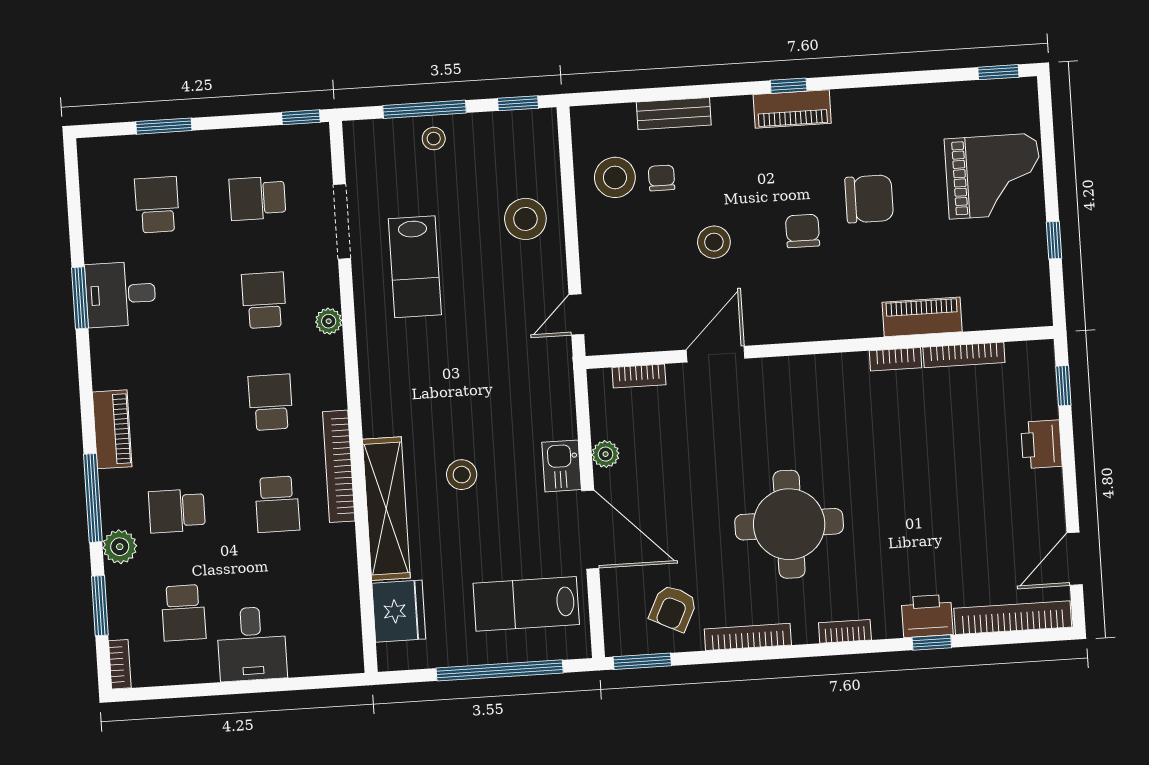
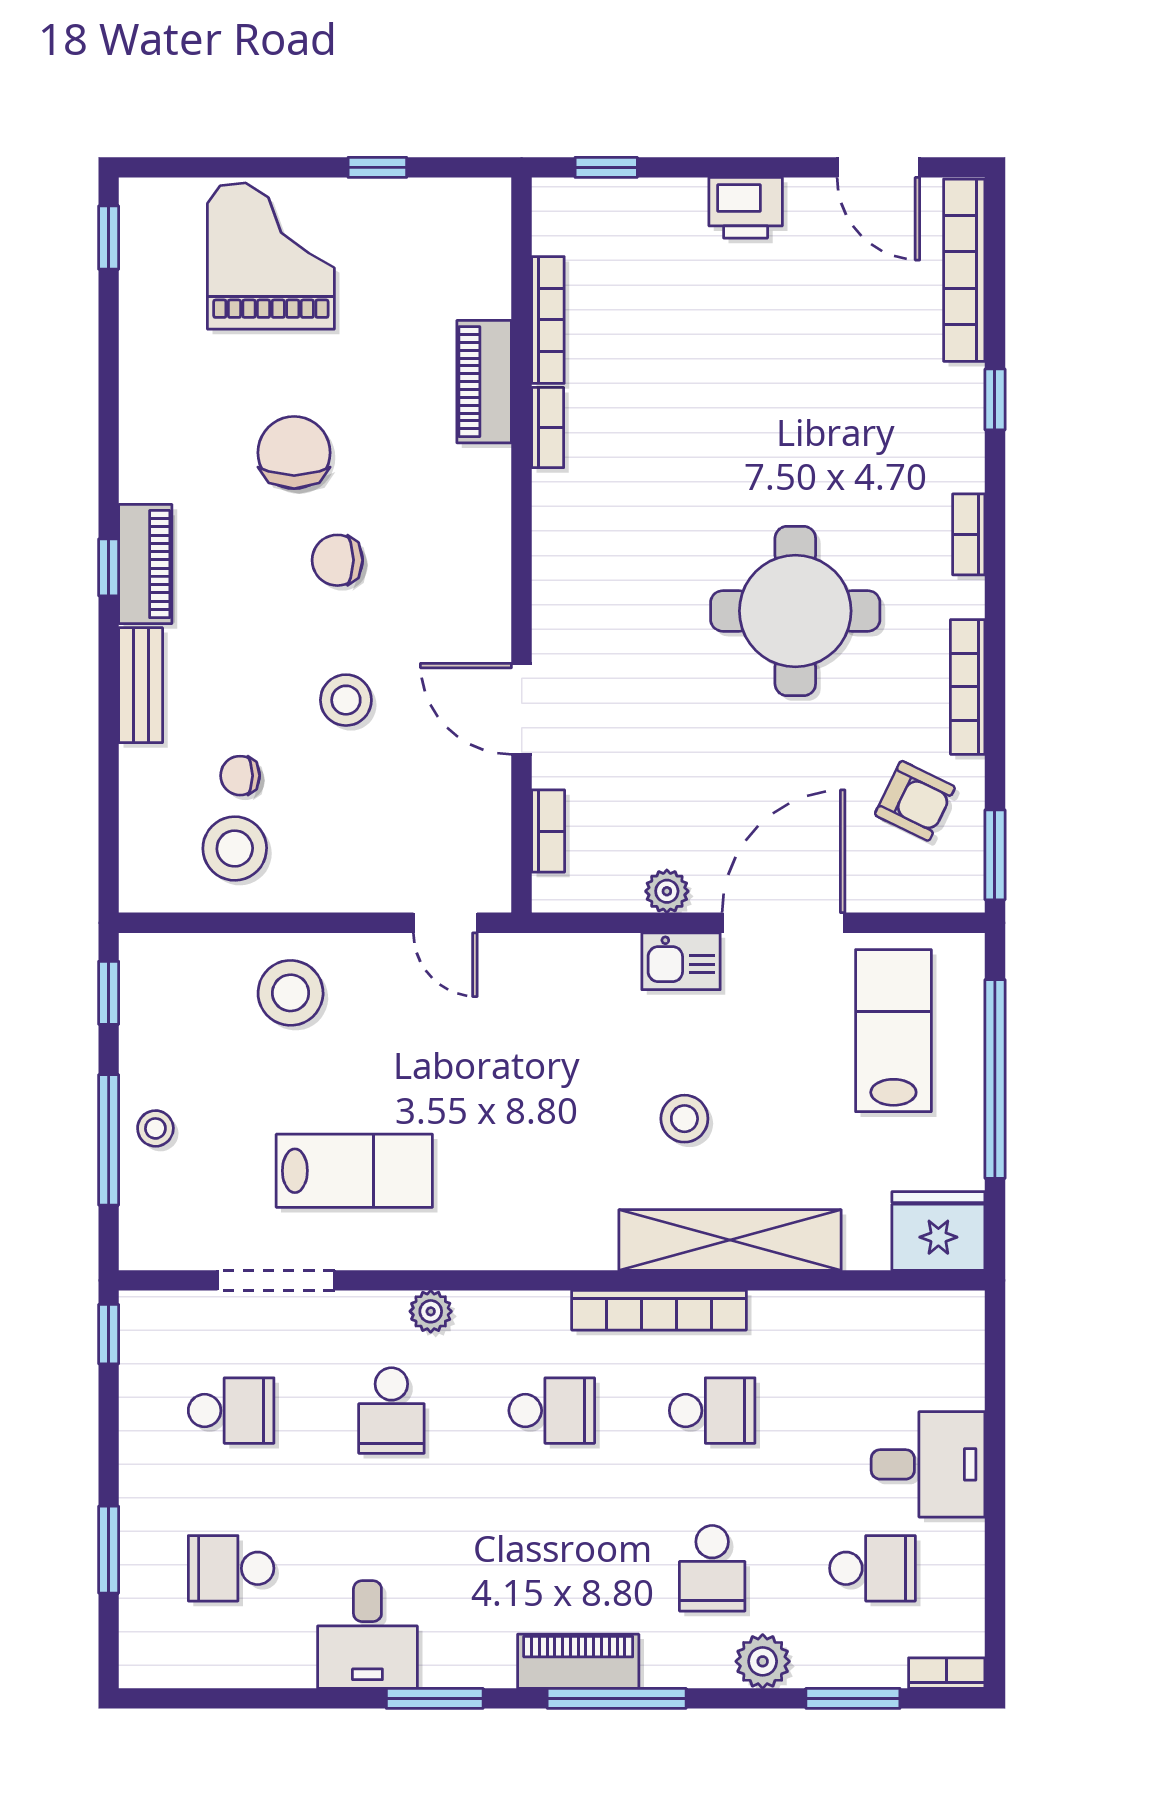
bench: (674, 114) -> (141, 685), moved
school desk: (257, 198) -> (231, 1411), turned -90
window: (80, 298) -> (435, 1698), moved
school desk: (264, 300) -> (391, 1411), turned -90
school desk: (271, 402) -> (552, 1411), turned 180
printer: (1041, 444) -> (746, 208), moved
window: (93, 498) -> (617, 1698), moved
lab bench: (526, 604) -> (893, 1031), turned 180
fridge: (399, 611) -> (938, 1231), moved
printer: (927, 616) -> (953, 404), removed

